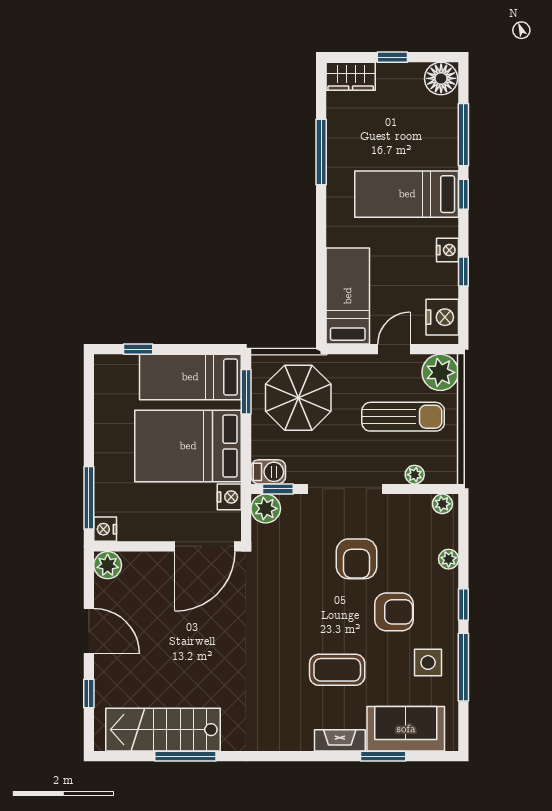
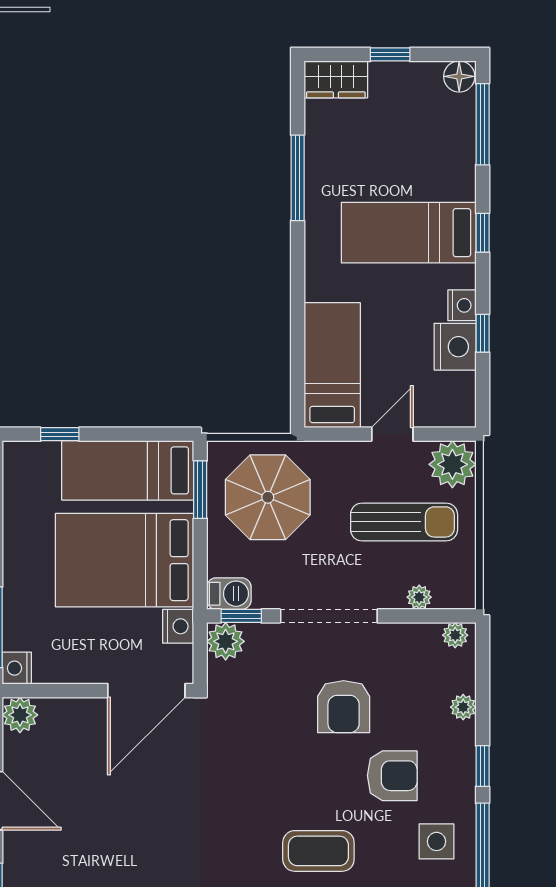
floor lamp: (441, 78) -> (459, 76), width x0.73, depth x0.73
window: (463, 135) -> (483, 124), moved
nightstand: (442, 317) -> (455, 347), moved

